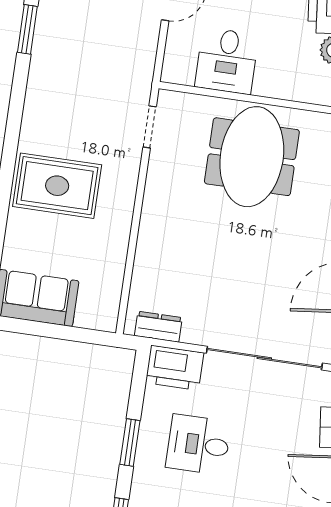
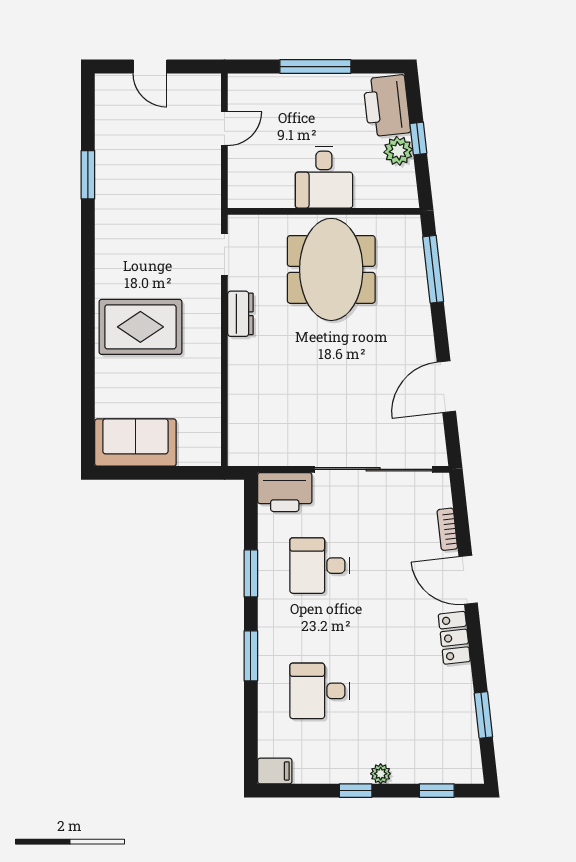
desk: (227, 61) -> (324, 177), moved
dresser: (158, 327) -> (240, 314), moved, turned 90

